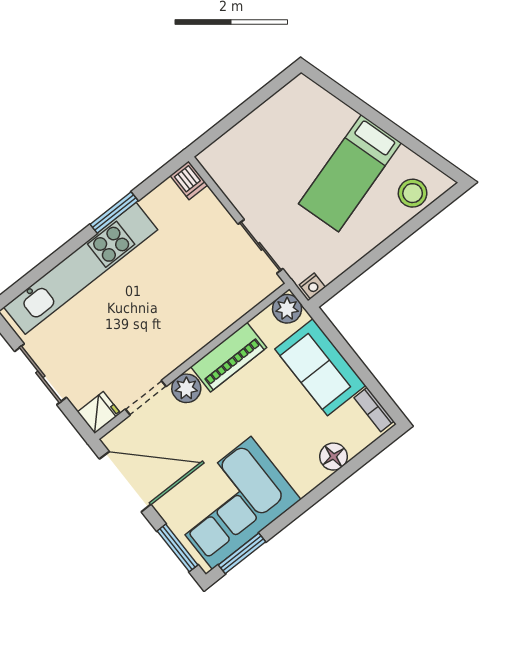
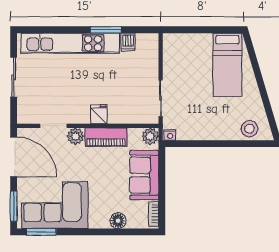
bed: (350, 173) -> (227, 65), moved, turned -73
dishwasher: (189, 180) -> (128, 42), moved
fridge: (99, 413) -> (99, 114), moved, turned -90

